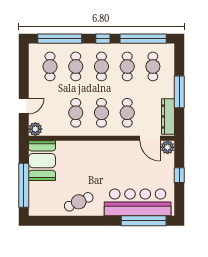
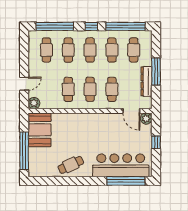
dresser: (168, 117) -> (146, 81), moved

